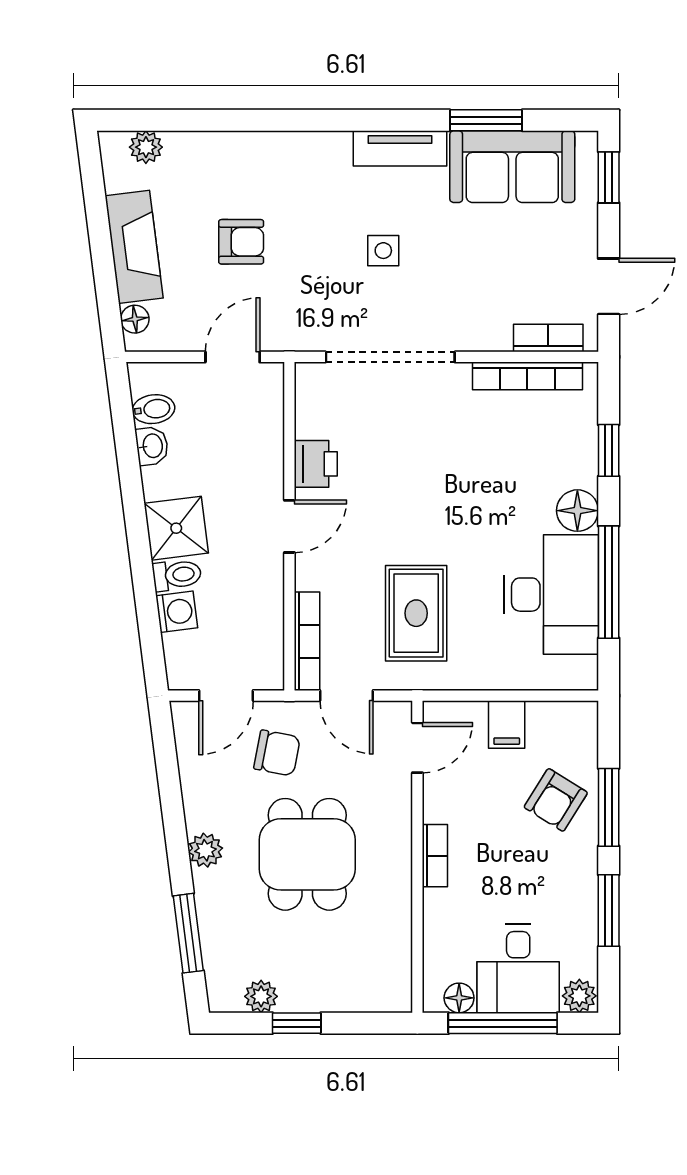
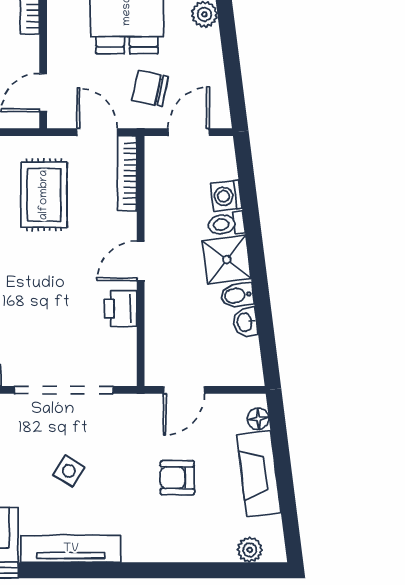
tv unit: (400, 148) -> (71, 549), width x1.41
side table: (383, 251) -> (69, 471), turned 32
bidet: (153, 409) -> (237, 295), moved

